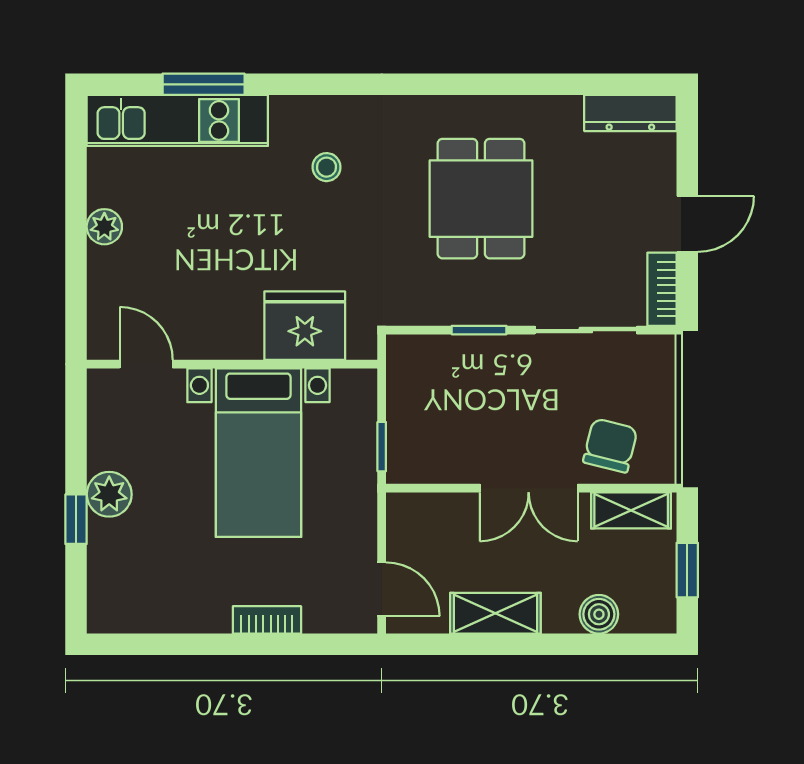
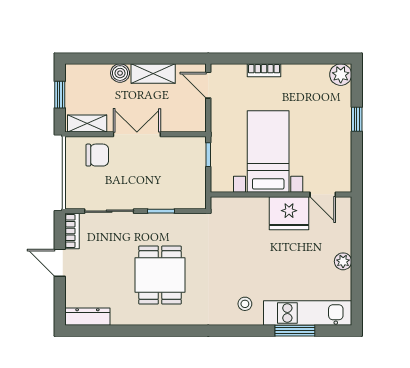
stool: (327, 167) -> (245, 304), moved
door: (687, 224) -> (60, 263), hinge flipped
fridge: (305, 326) -> (289, 213), moved
chair: (610, 445) -> (97, 155), turned -104
plant: (109, 494) -> (341, 75), moved
boiler: (599, 614) -> (120, 73), moved

